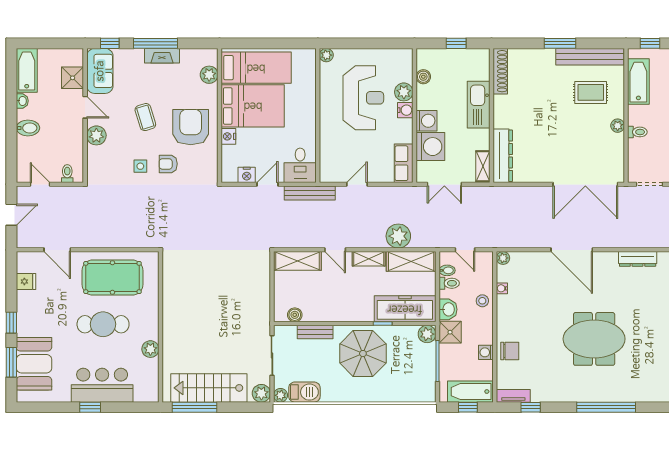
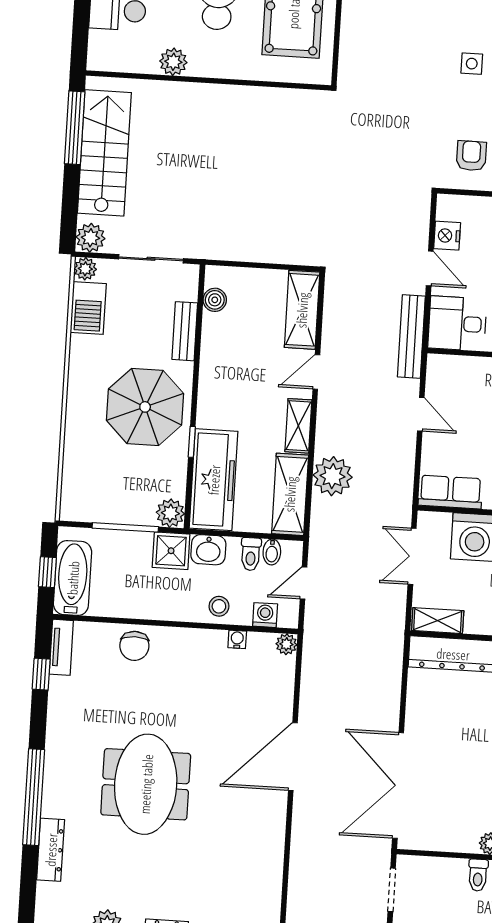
armchair: (168, 164) -> (471, 156), moved
dresser: (638, 259) -> (51, 850), moved, turned 180
washing machine: (486, 352) -> (265, 615), moved

